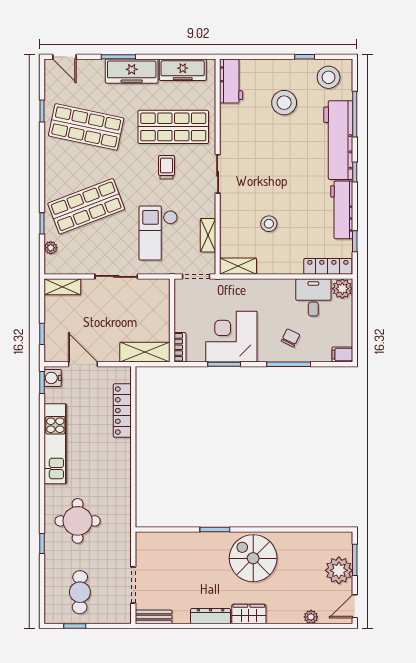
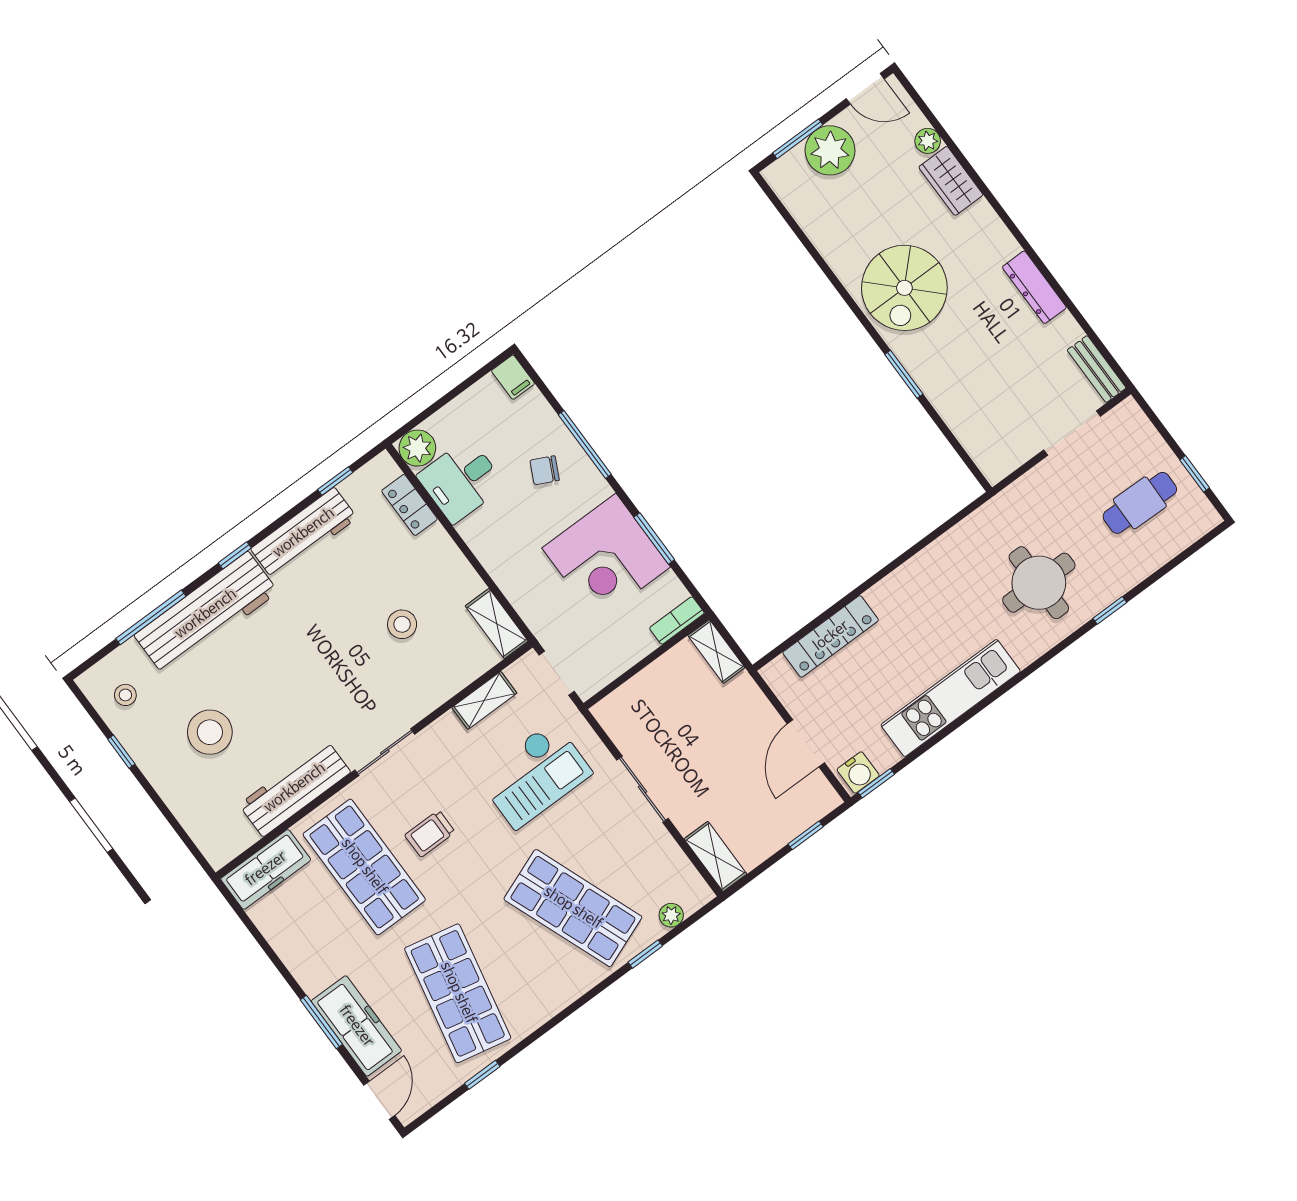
freezer: (183, 70) -> (266, 869), moved, turned 90
freezer: (132, 71) -> (356, 1026), moved
stool: (329, 77) -> (125, 695), width x0.53, depth x0.53
workbench: (231, 81) -> (295, 788), moved, width x1.38
locker: (328, 266) -> (409, 505), width x0.66
shelving: (145, 352) -> (716, 652), width x0.67, depth x0.75
wardrobe: (249, 614) -> (951, 181), moved

